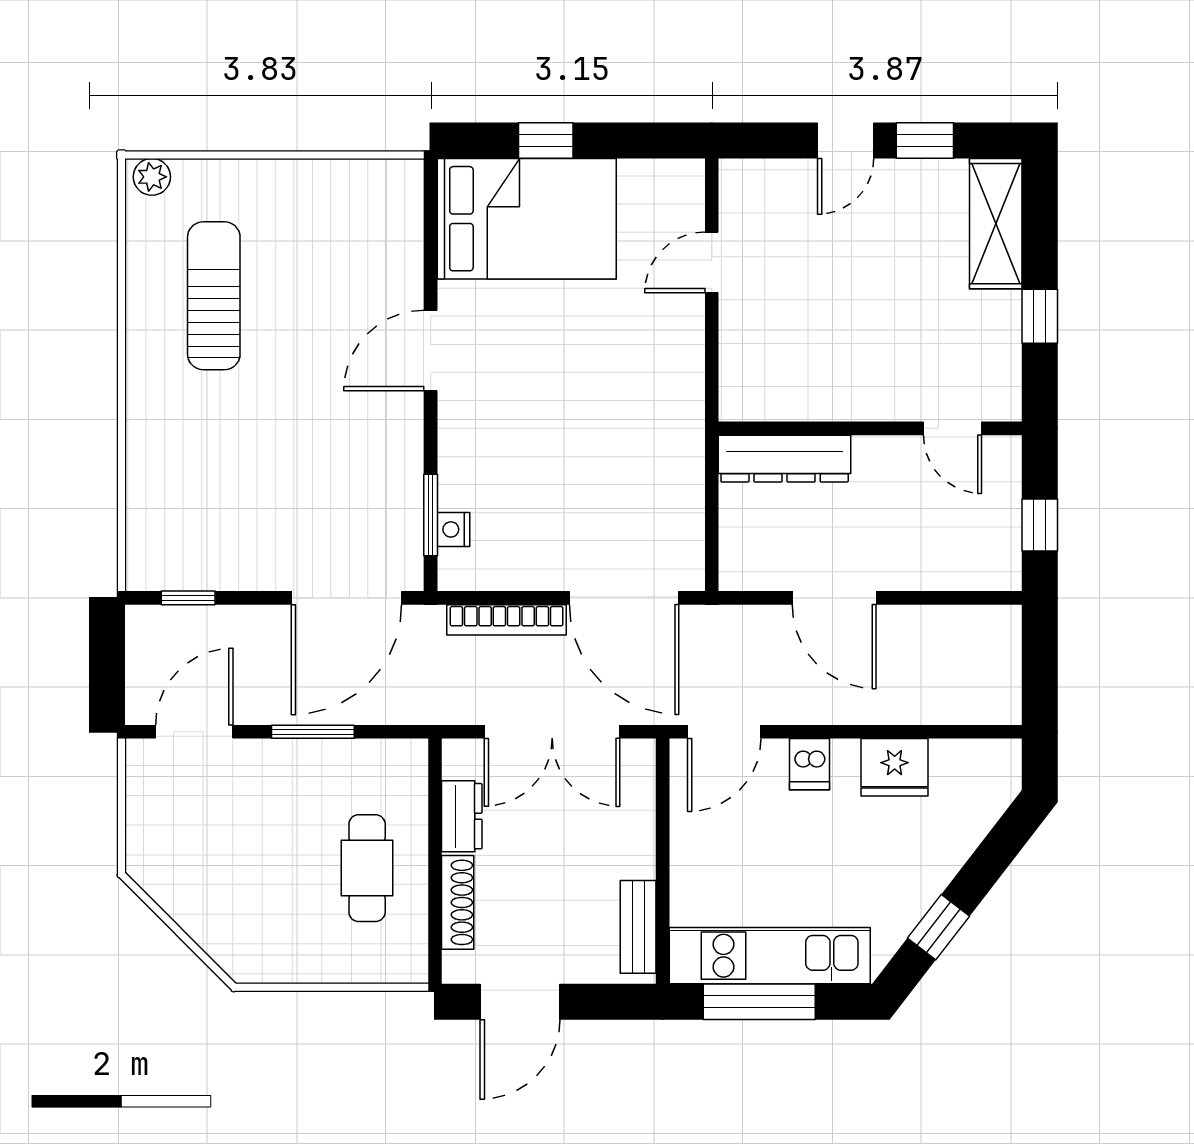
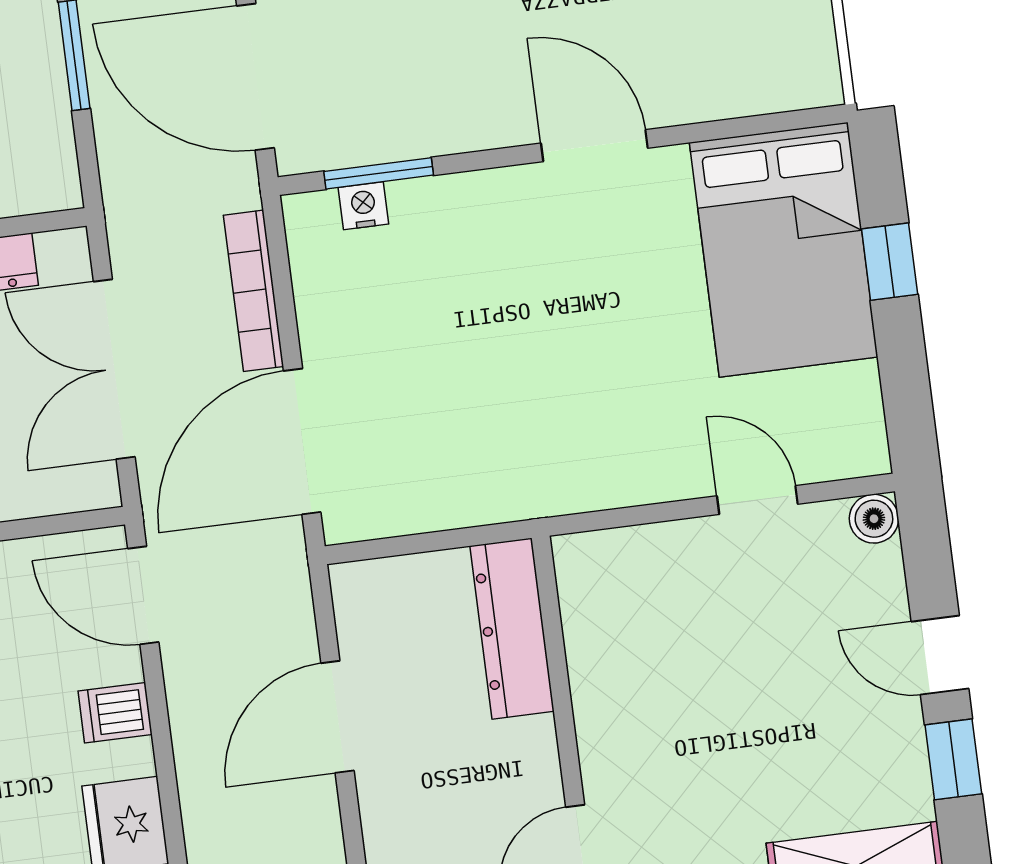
boiler: (737, 177) -> (874, 519), added

